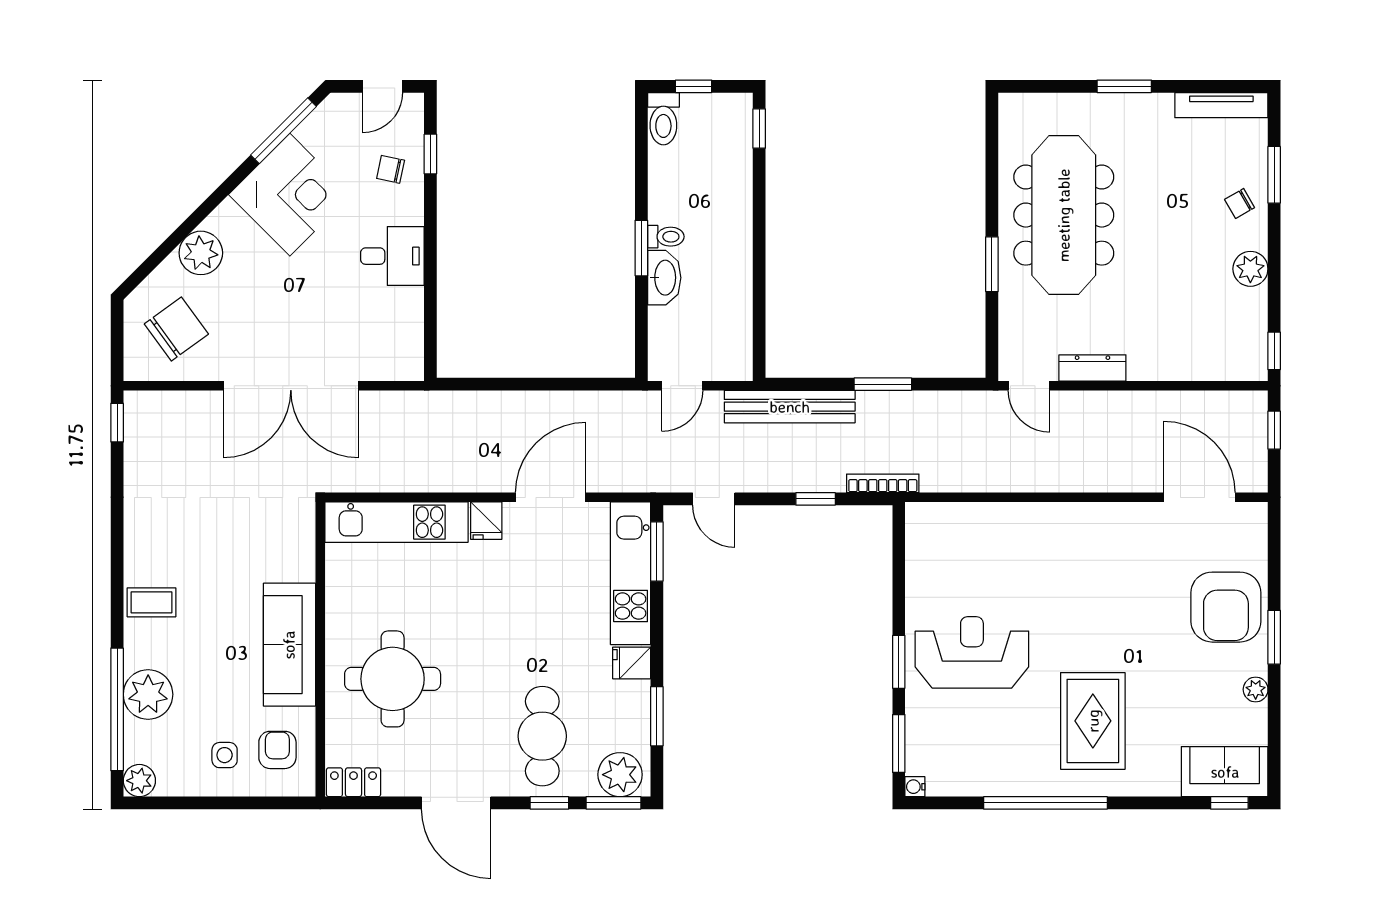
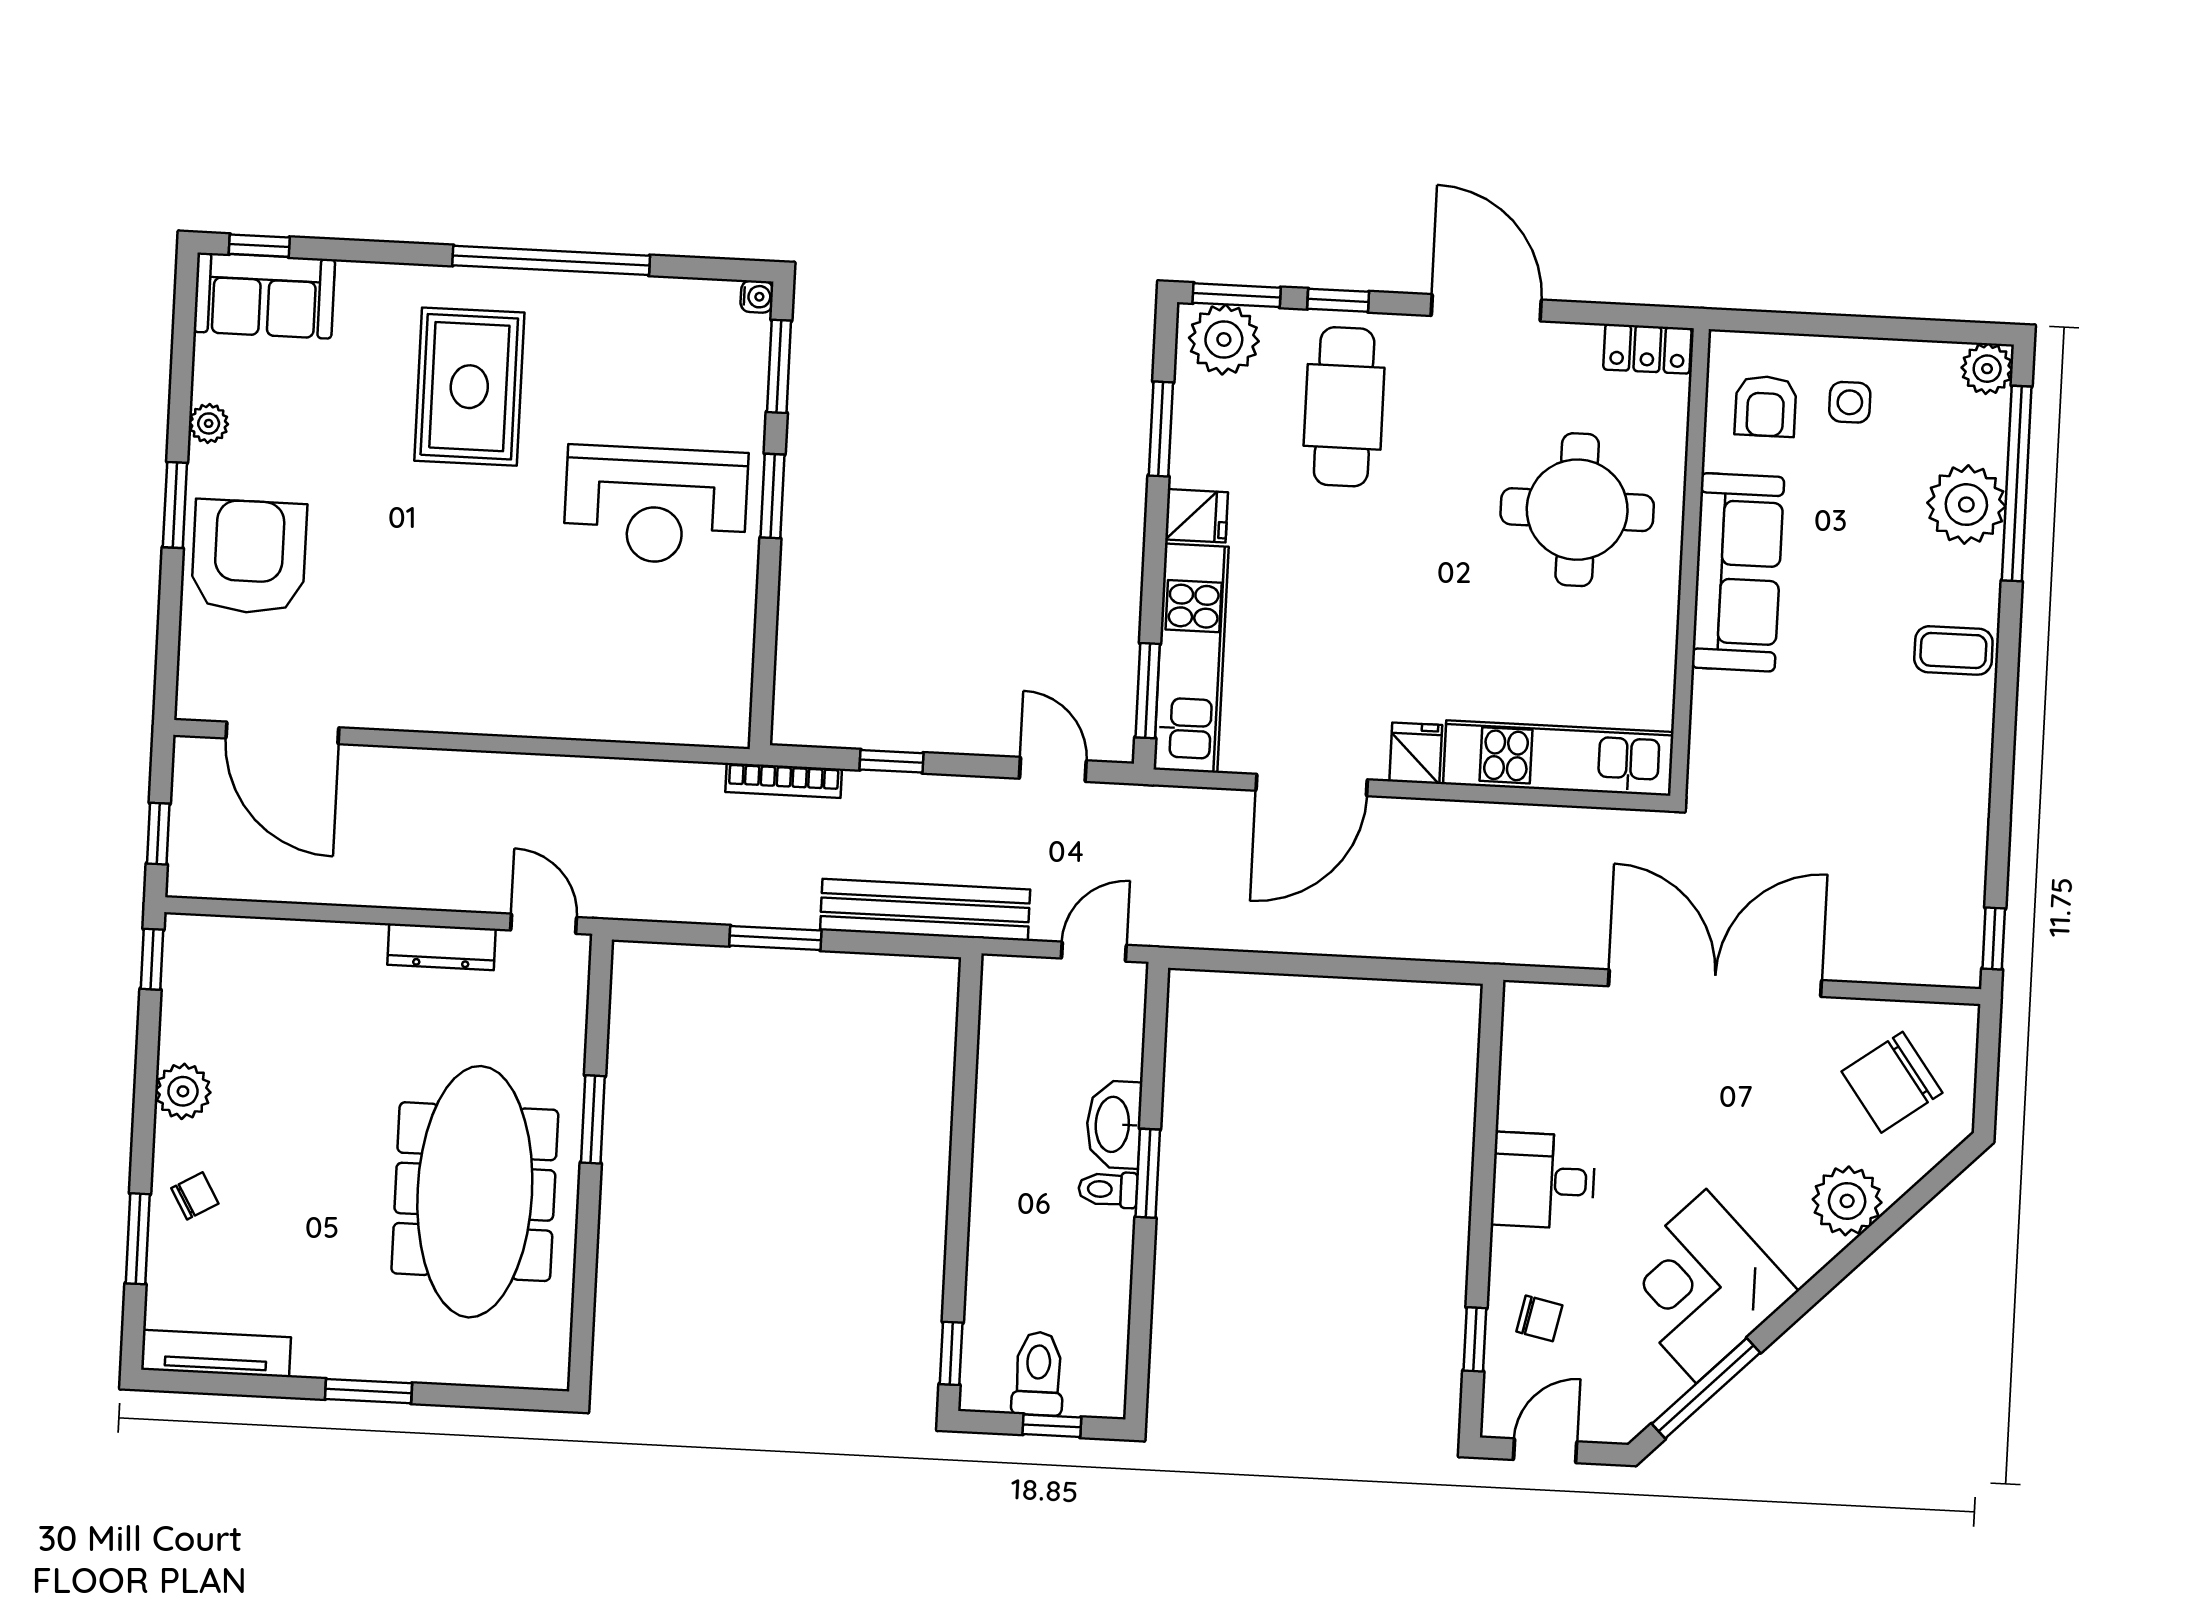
toilet: (663, 119) -> (1038, 1374), moved

